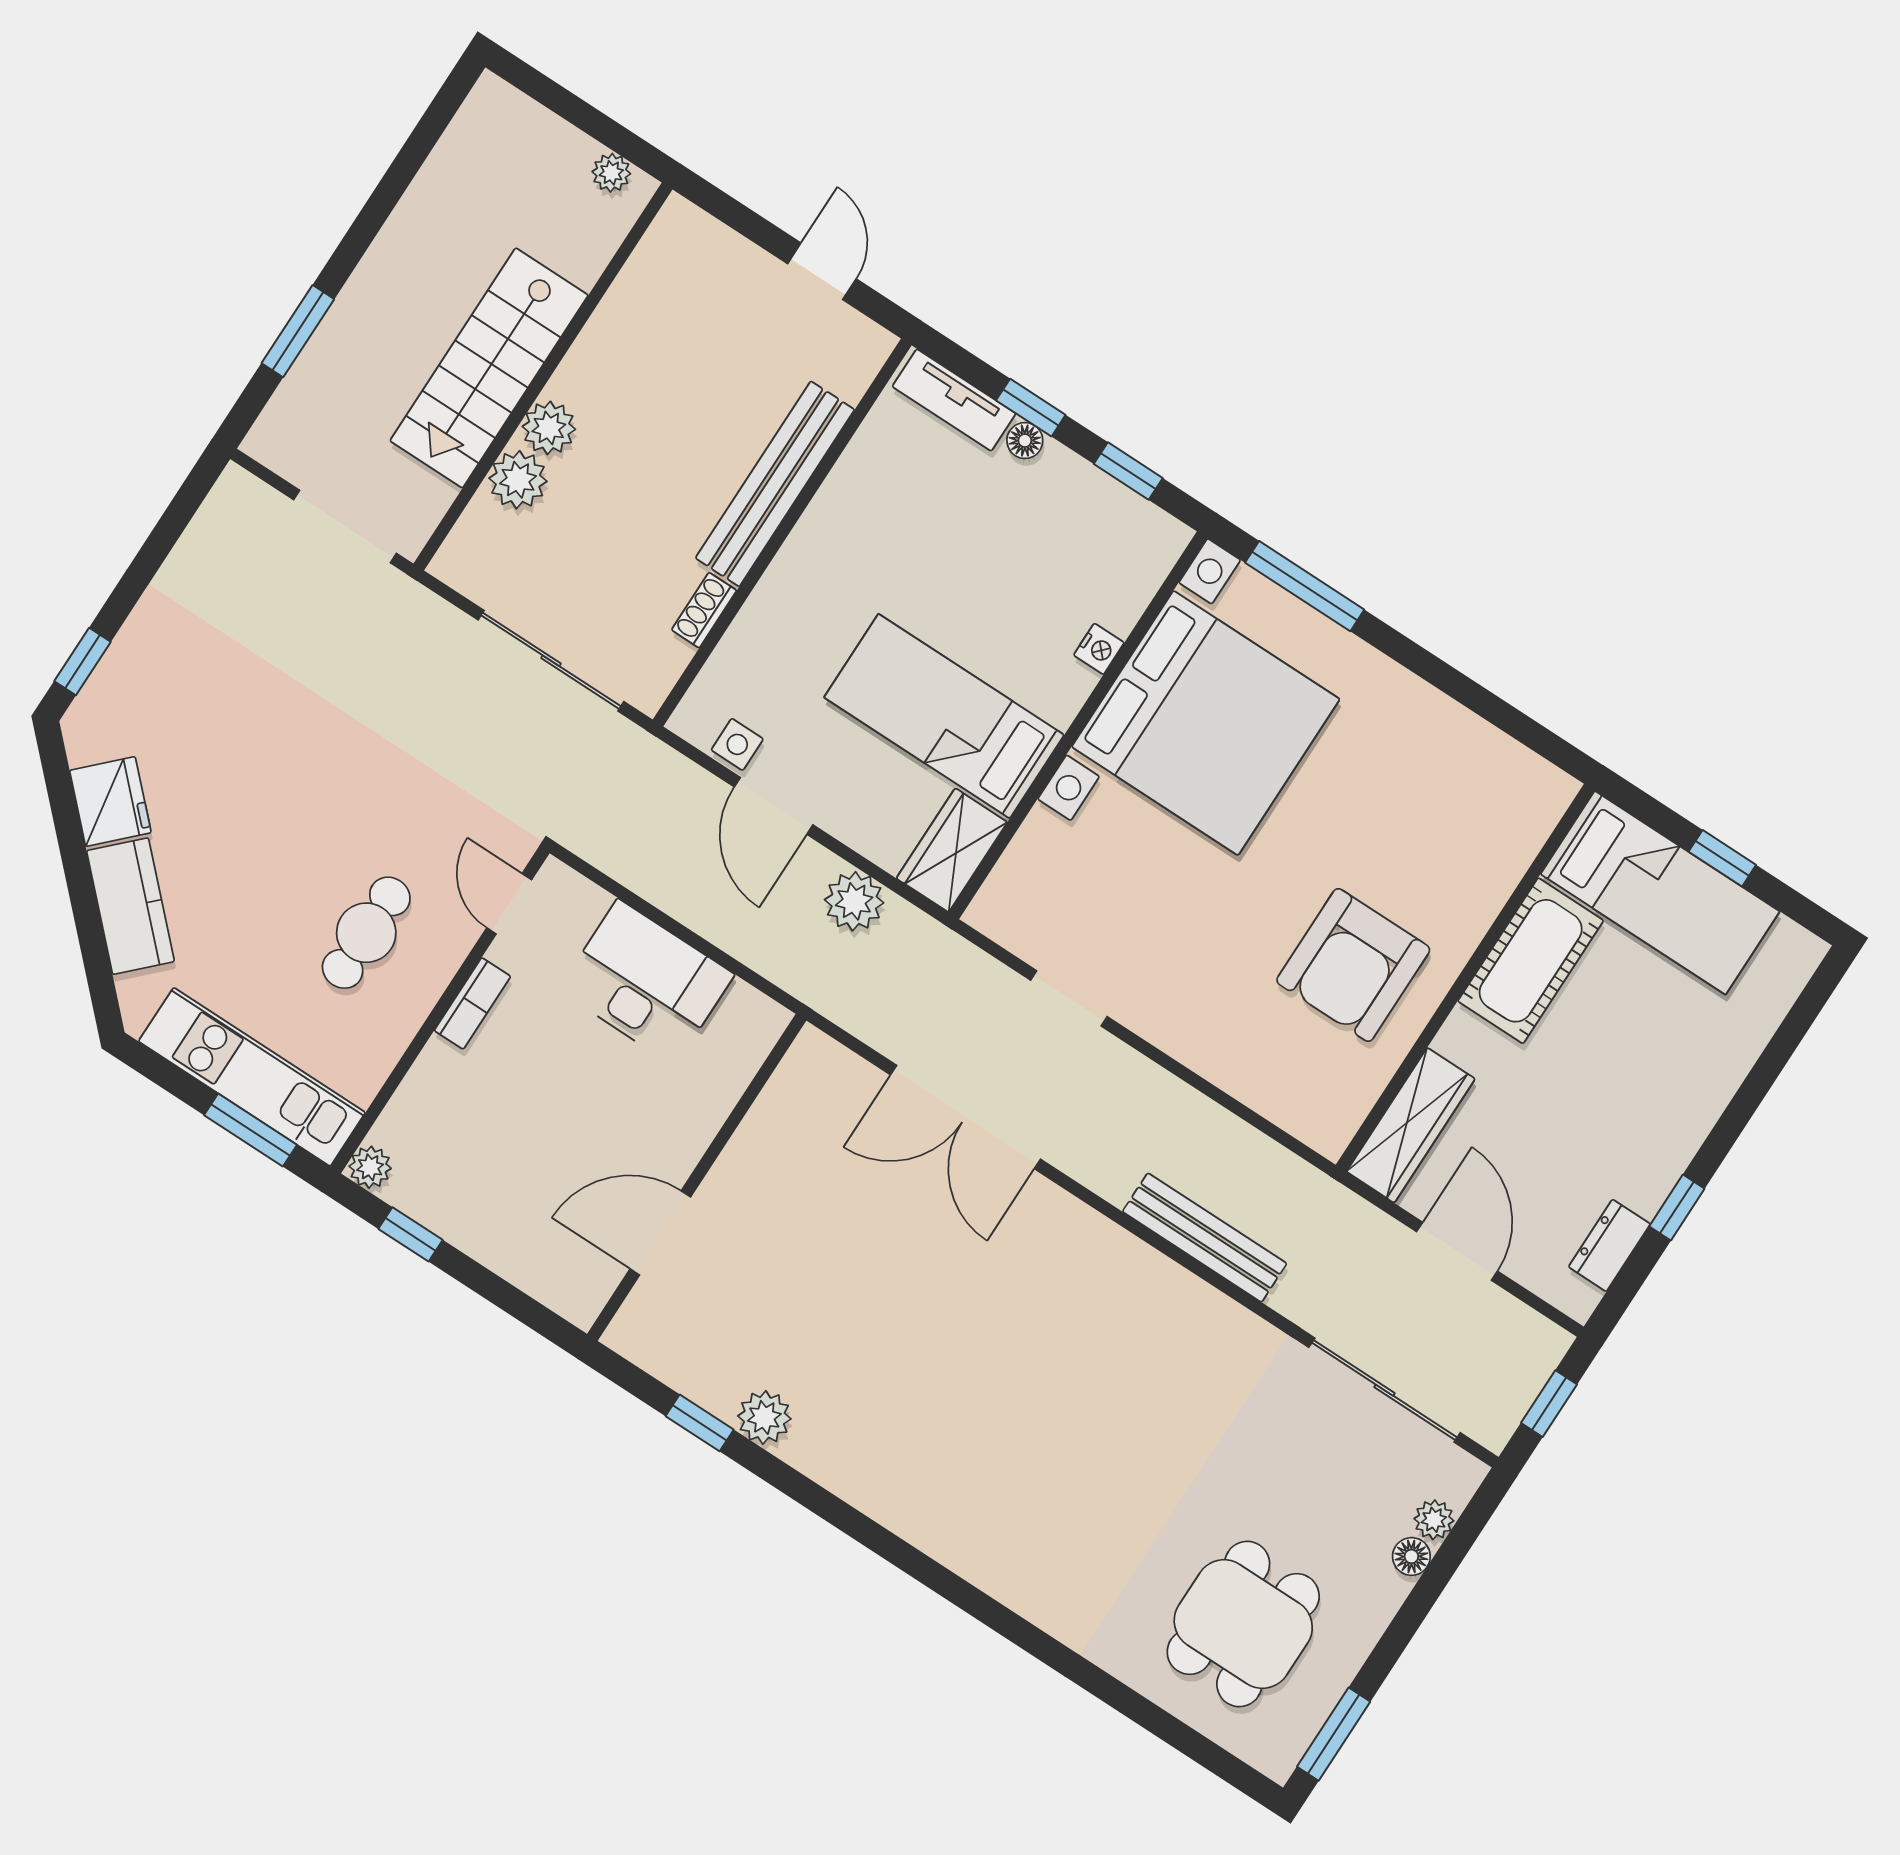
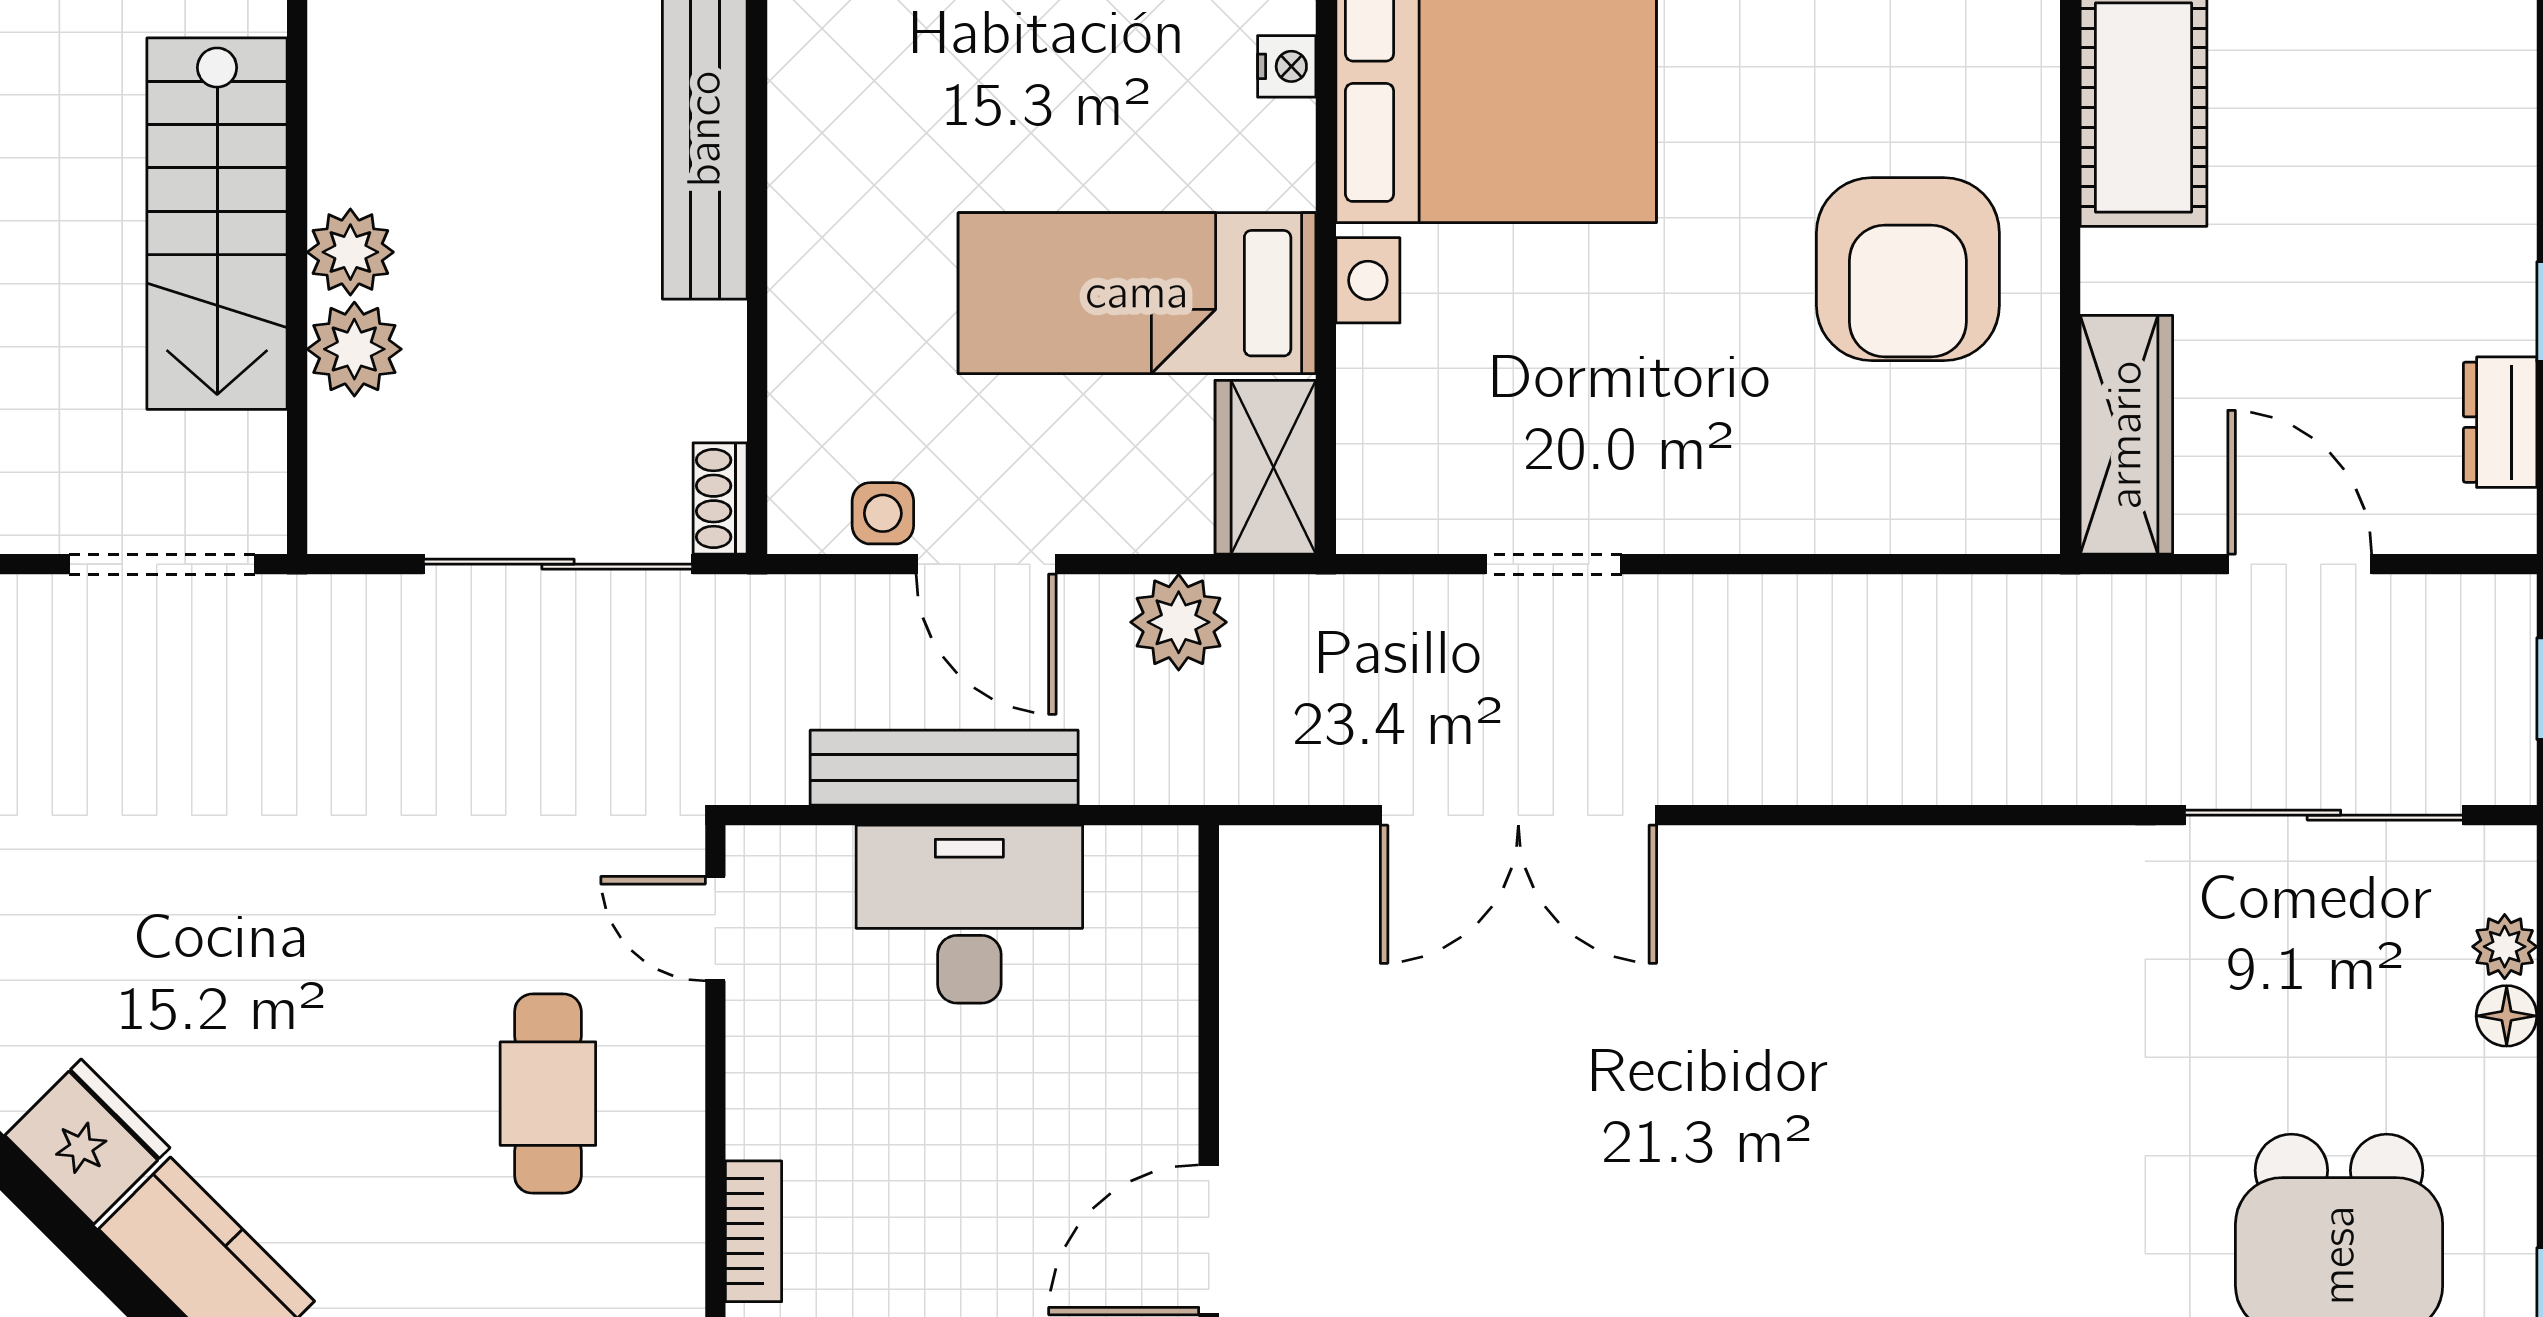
shoe rack: (704, 610) -> (720, 499), moved
bookcase: (472, 1003) -> (754, 1231), moved
bench: (1205, 1238) -> (944, 768), moved

